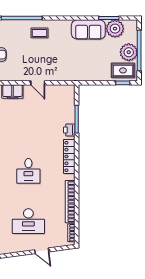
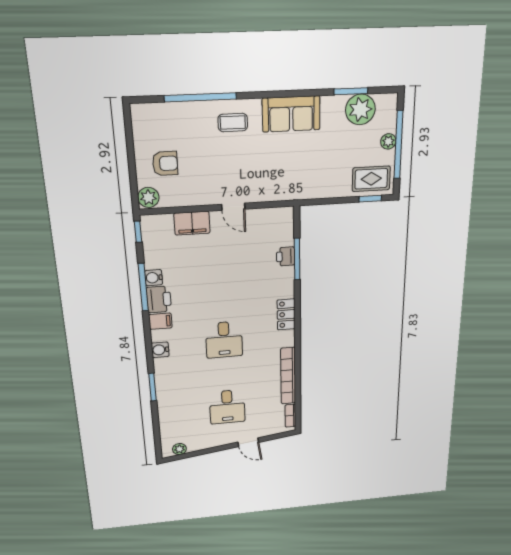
sofa: (88, 29) -> (291, 114), moved
plant: (129, 52) -> (388, 141), width x0.53, depth x0.53
printer: (69, 130) -> (286, 256), moved
locker: (69, 156) -> (286, 314), width x0.66
desk: (28, 221) -> (227, 407), width x0.73

